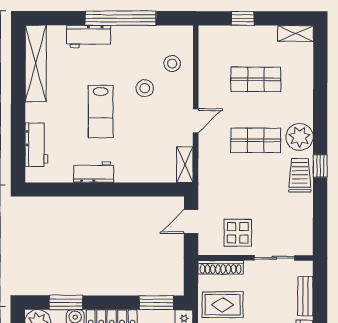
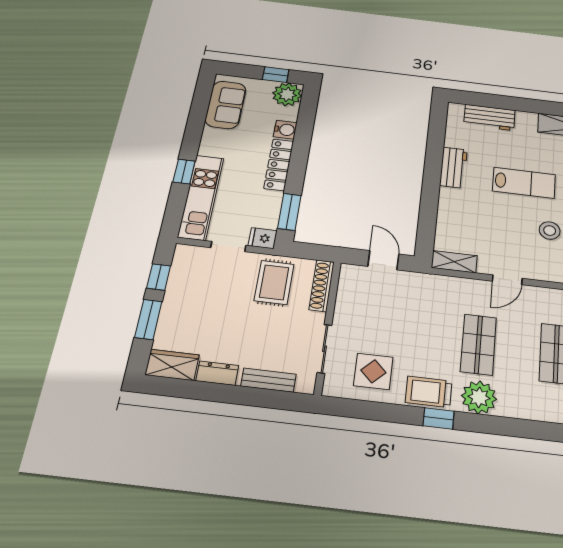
lab bench: (101, 112) -> (524, 183), turned 180
door: (196, 121) -> (507, 280), hinge flipped
trolley: (300, 175) -> (429, 392), turned 180
display table: (238, 233) -> (373, 371), moved
window: (66, 303) -> (305, 123), removed

